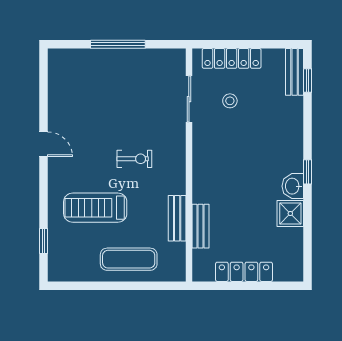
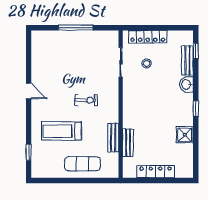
bench: (295, 72) -> (187, 61), moved
washbasin: (293, 186) -> (186, 84), moved

